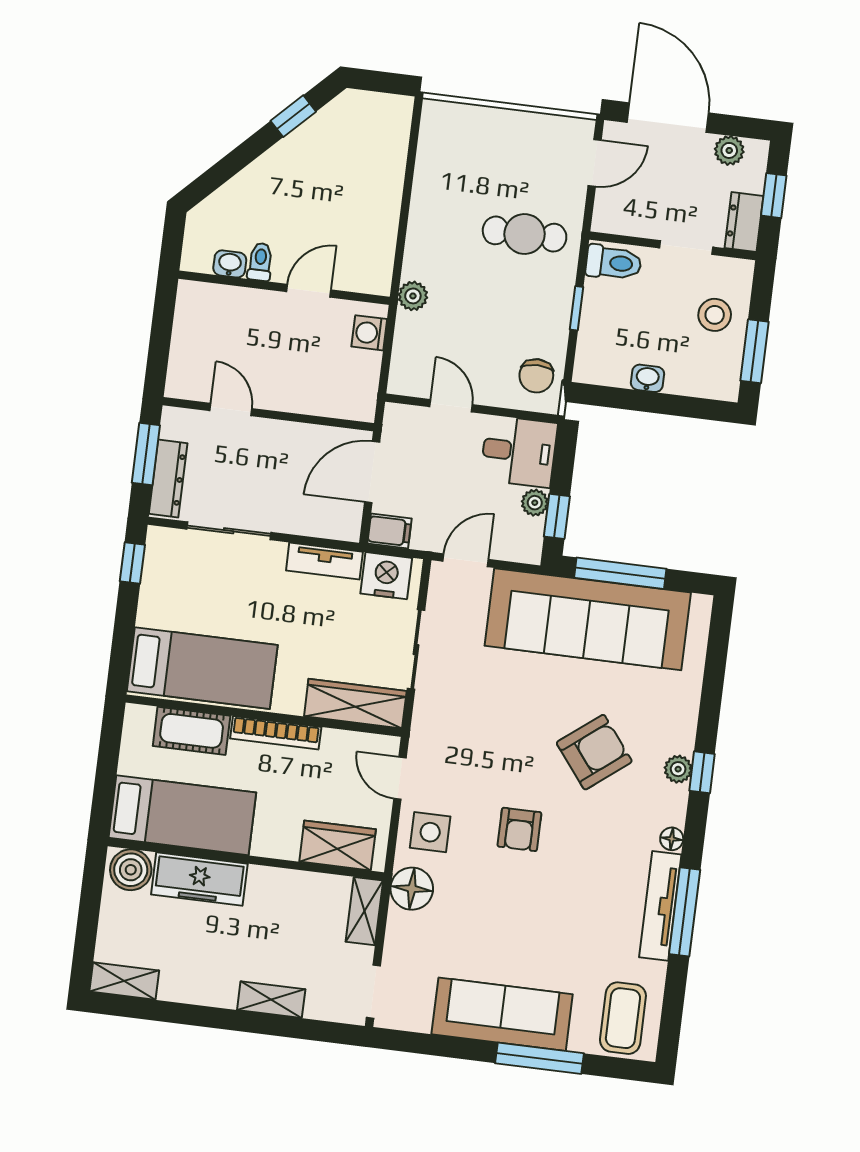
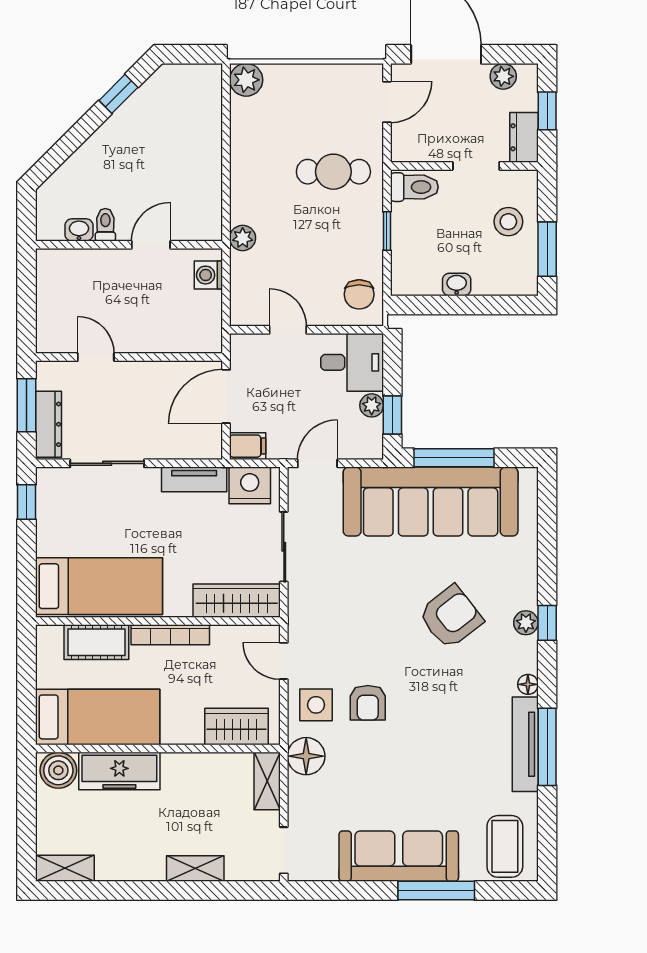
plant: (439, 118) -> (246, 80), added
armchair: (519, 829) -> (368, 703), moved

